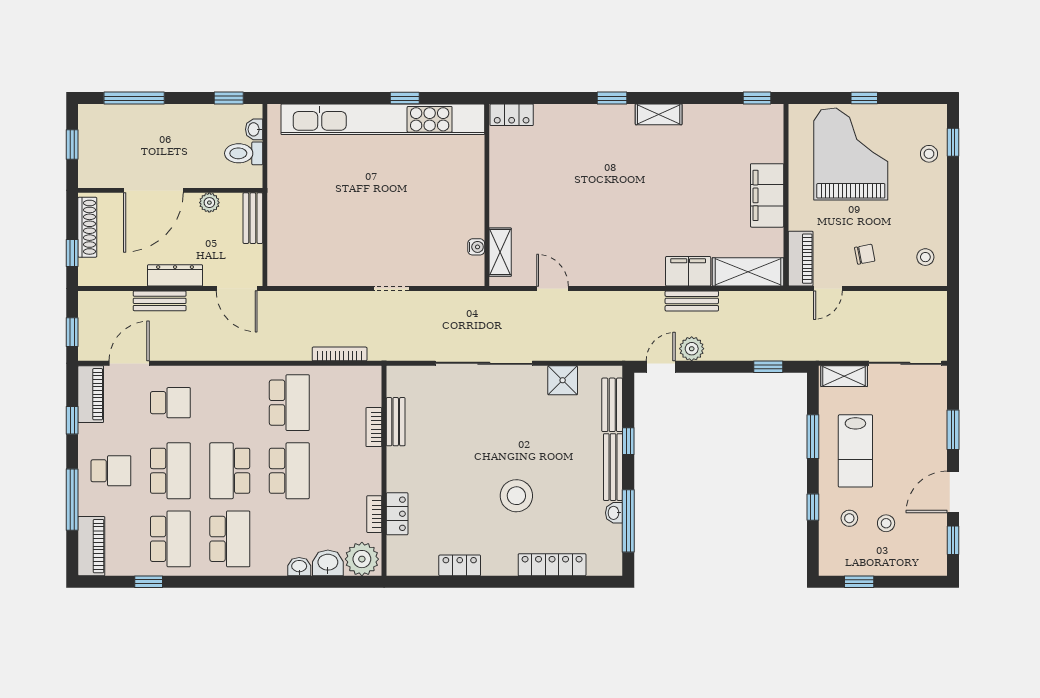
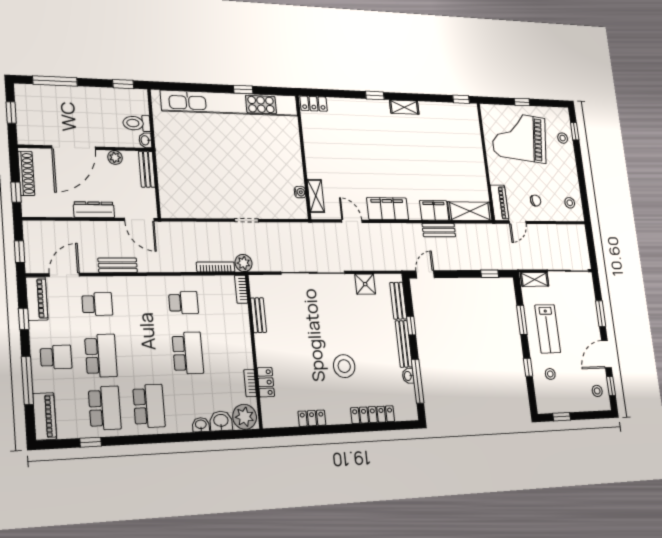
washbasin: (254, 129) -> (145, 140), moved
grand piano: (851, 154) -> (519, 137), turned -83
filing cabinet: (767, 195) -> (388, 209), moved, turned 90
bench: (160, 301) -> (118, 265), moved
plant: (692, 349) -> (244, 263), moved
school desk: (289, 403) -> (184, 303), width x0.54
bookcase: (374, 427) -> (241, 289), moved
school desk: (230, 471) -> (145, 354), removed
stool: (886, 523) -> (597, 391), moved

